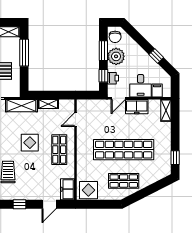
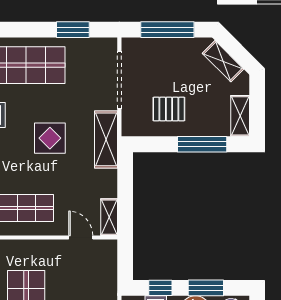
shelving: (48, 104) -> (109, 217), moved
display table: (30, 143) -> (50, 138), moved

